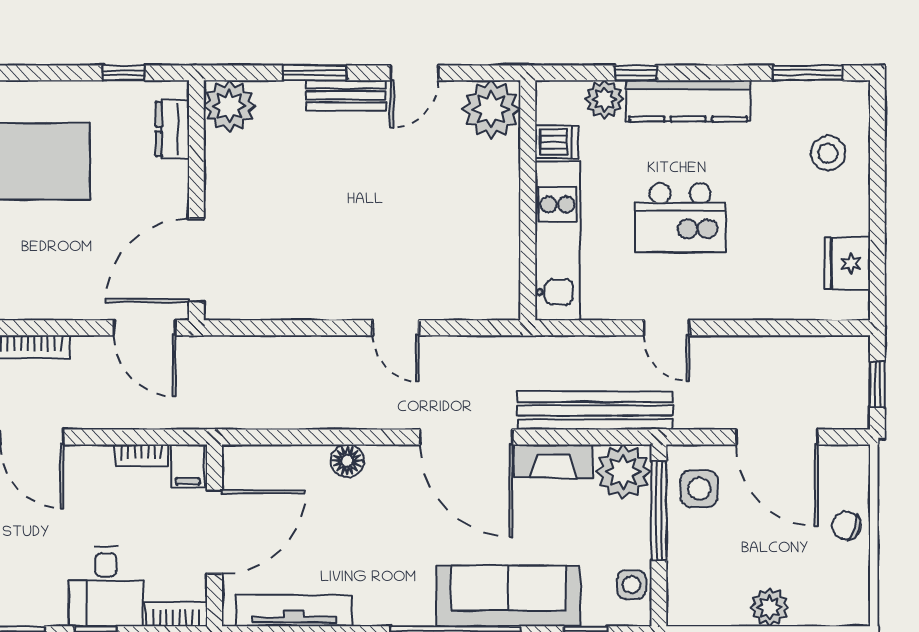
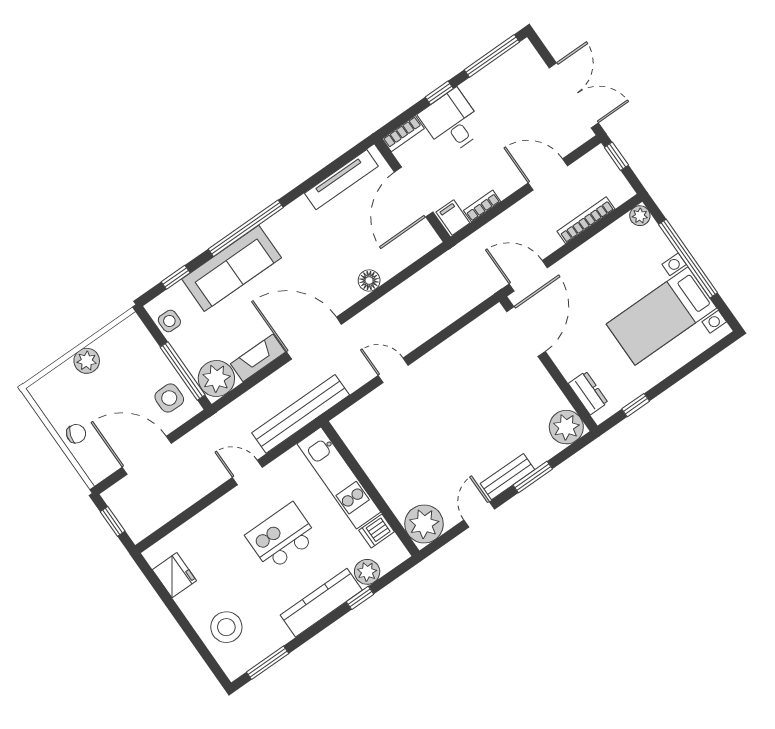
stool: (828, 153) -> (226, 627), width x1.38, depth x1.38
bench: (595, 410) -> (301, 414), moved

